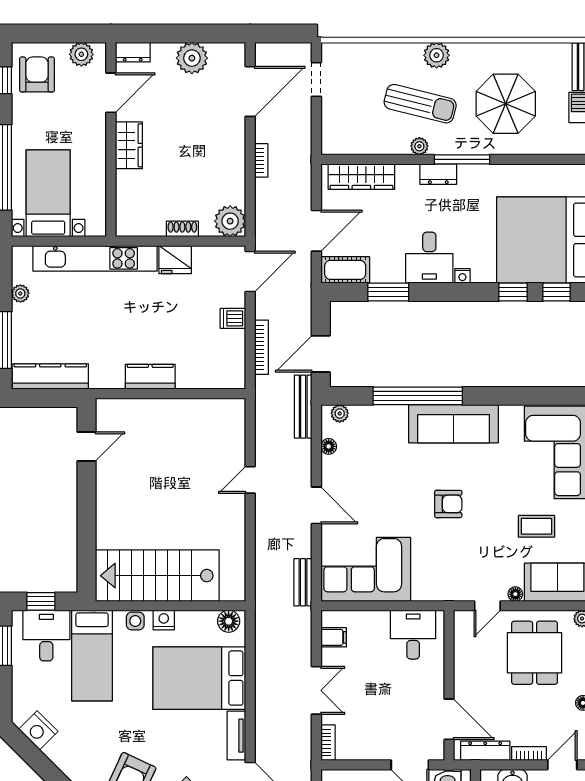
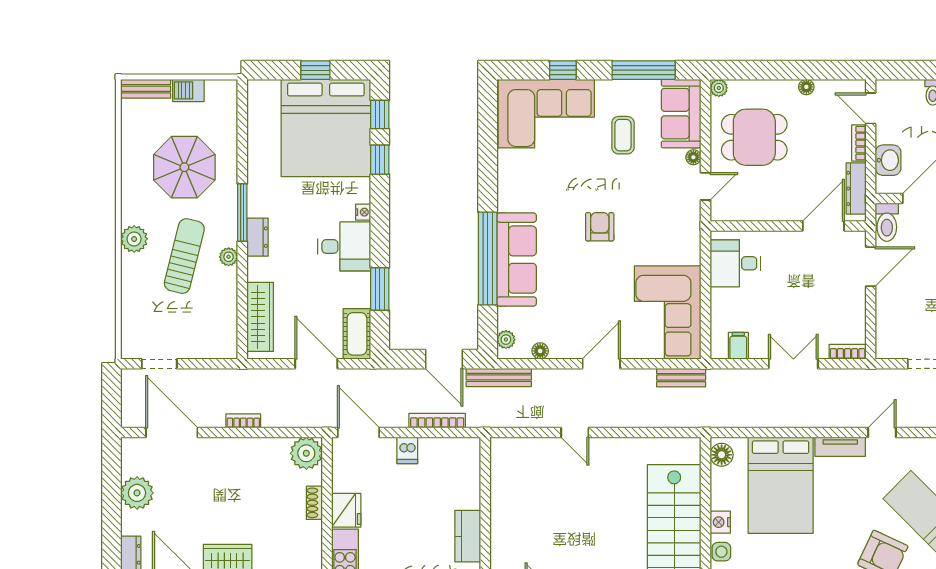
sofa: (454, 424) -> (517, 260), moved
door: (487, 606) -> (706, 186), hinge flipped

